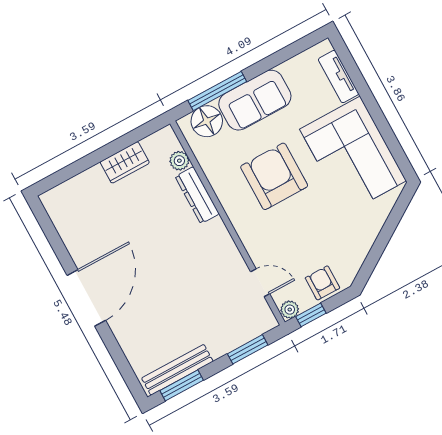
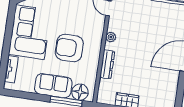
plant: (179, 161) -> (111, 37), moved
armchair: (274, 176) -> (69, 48), turned 90

